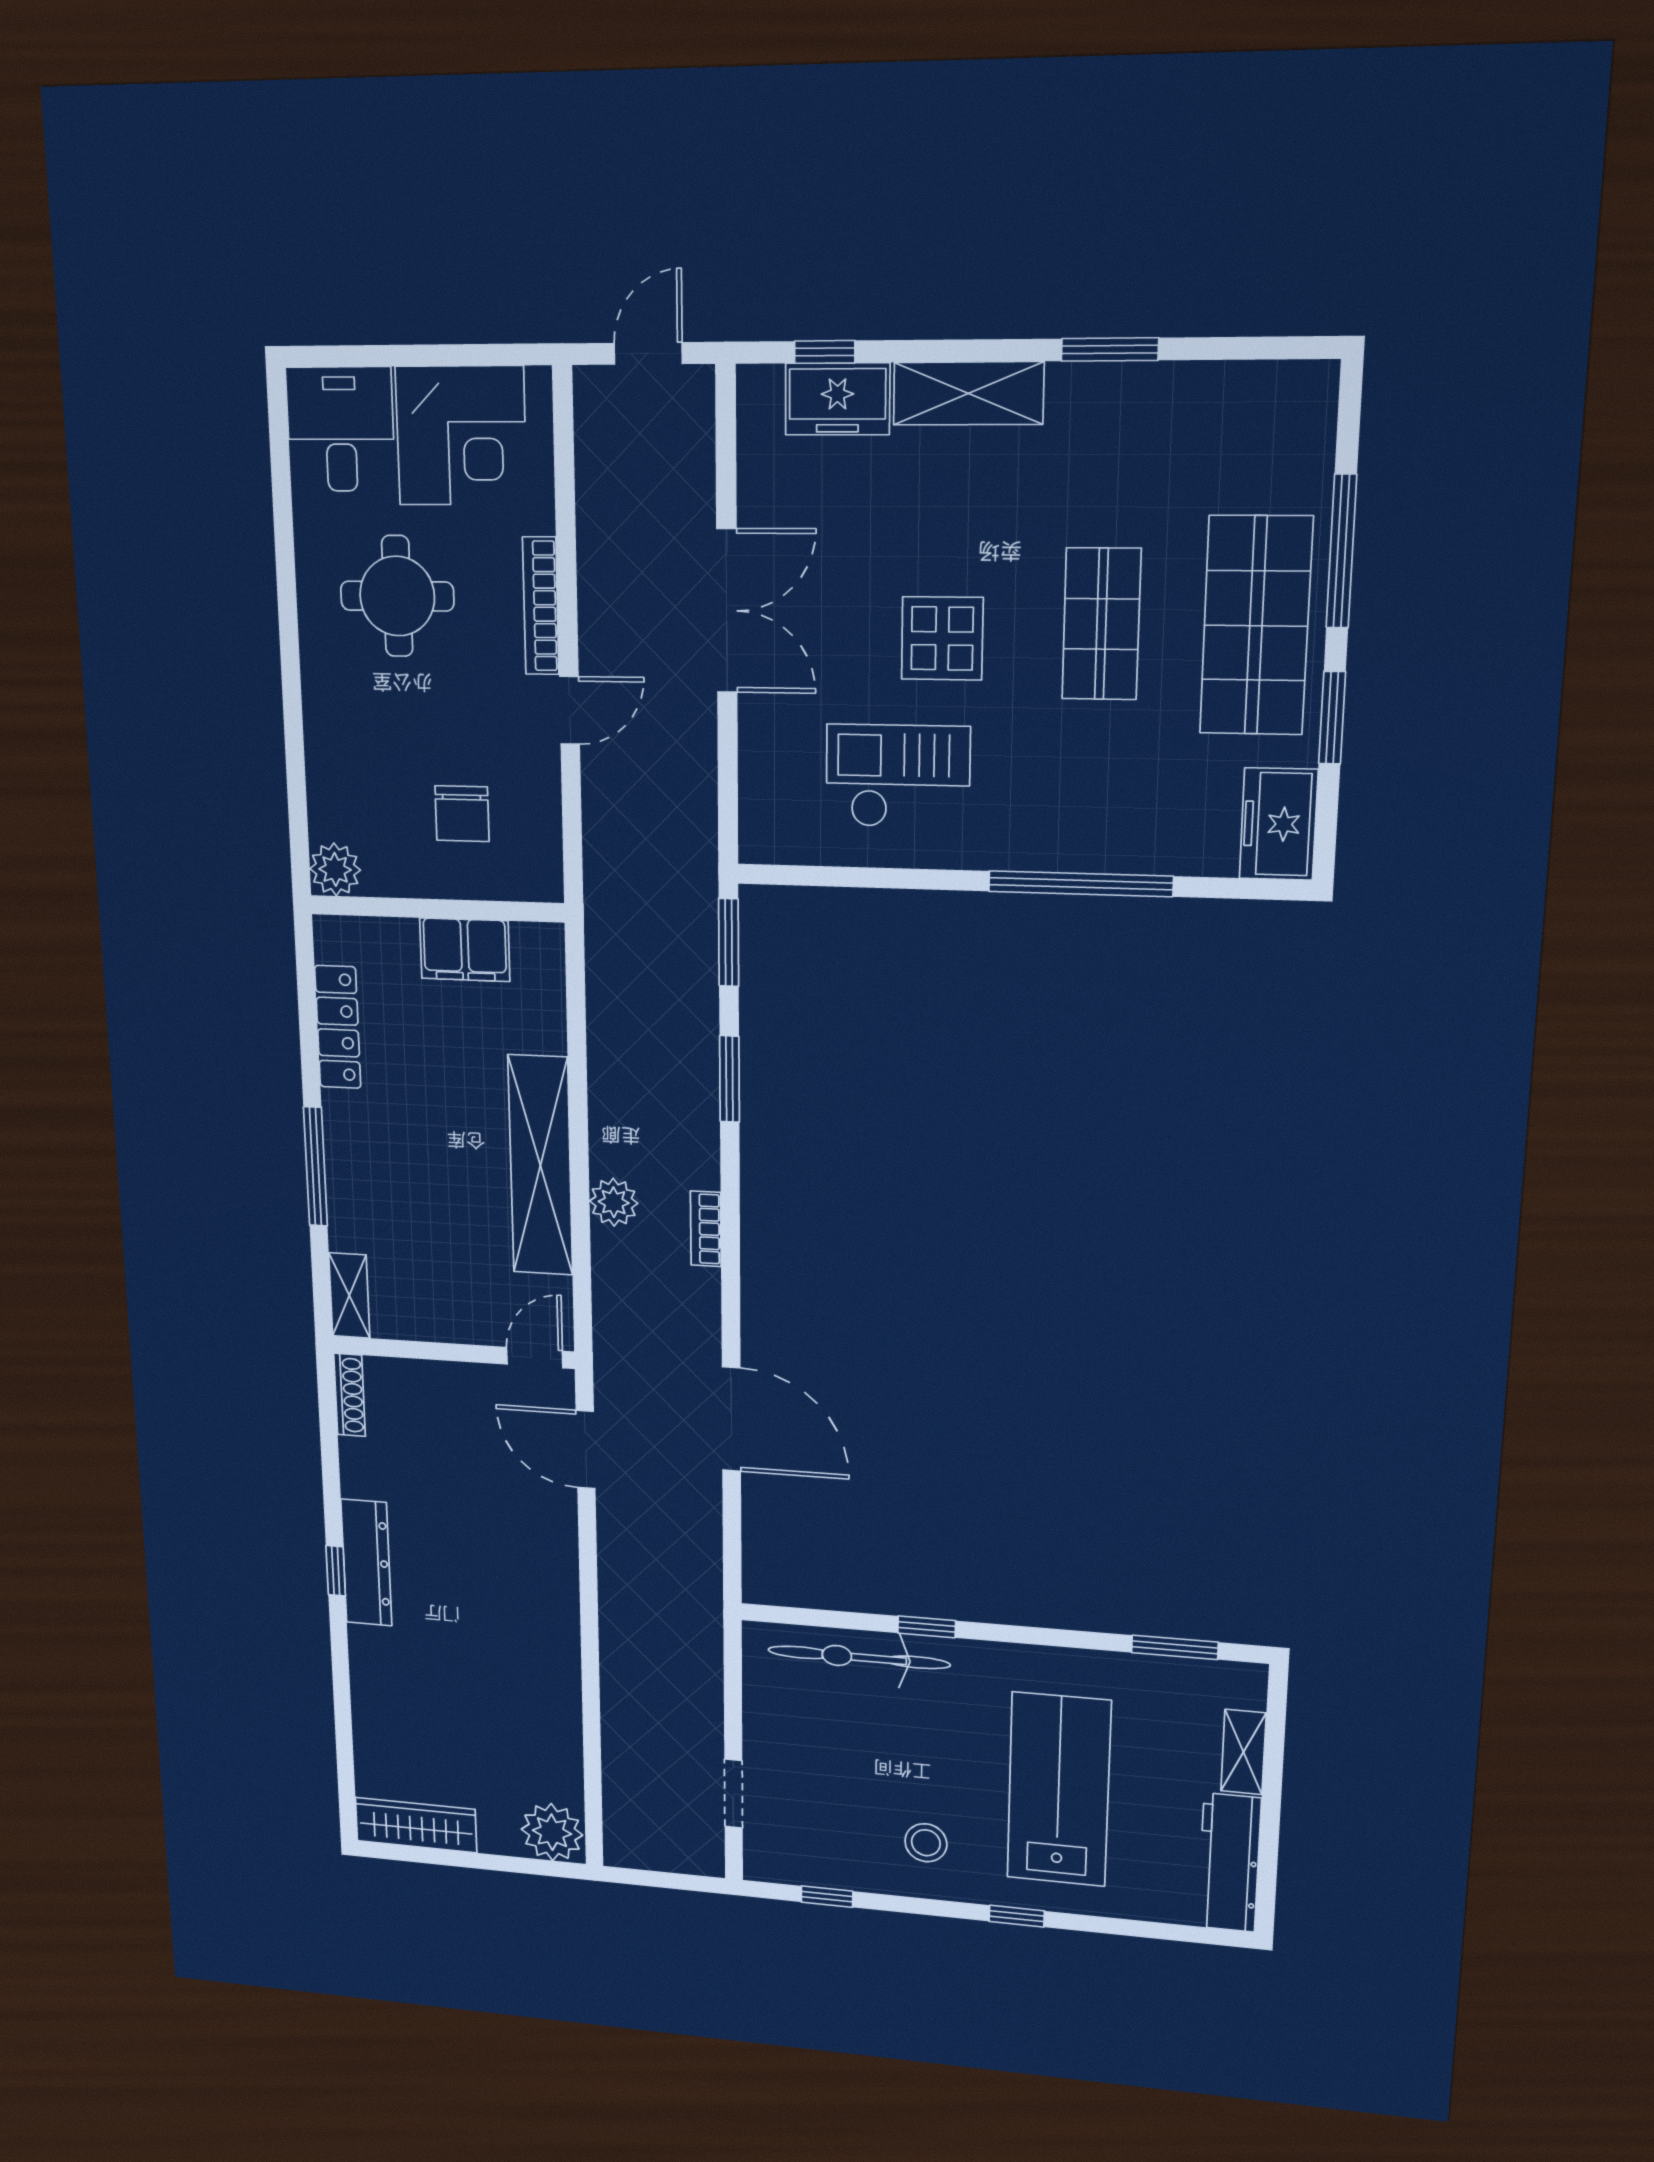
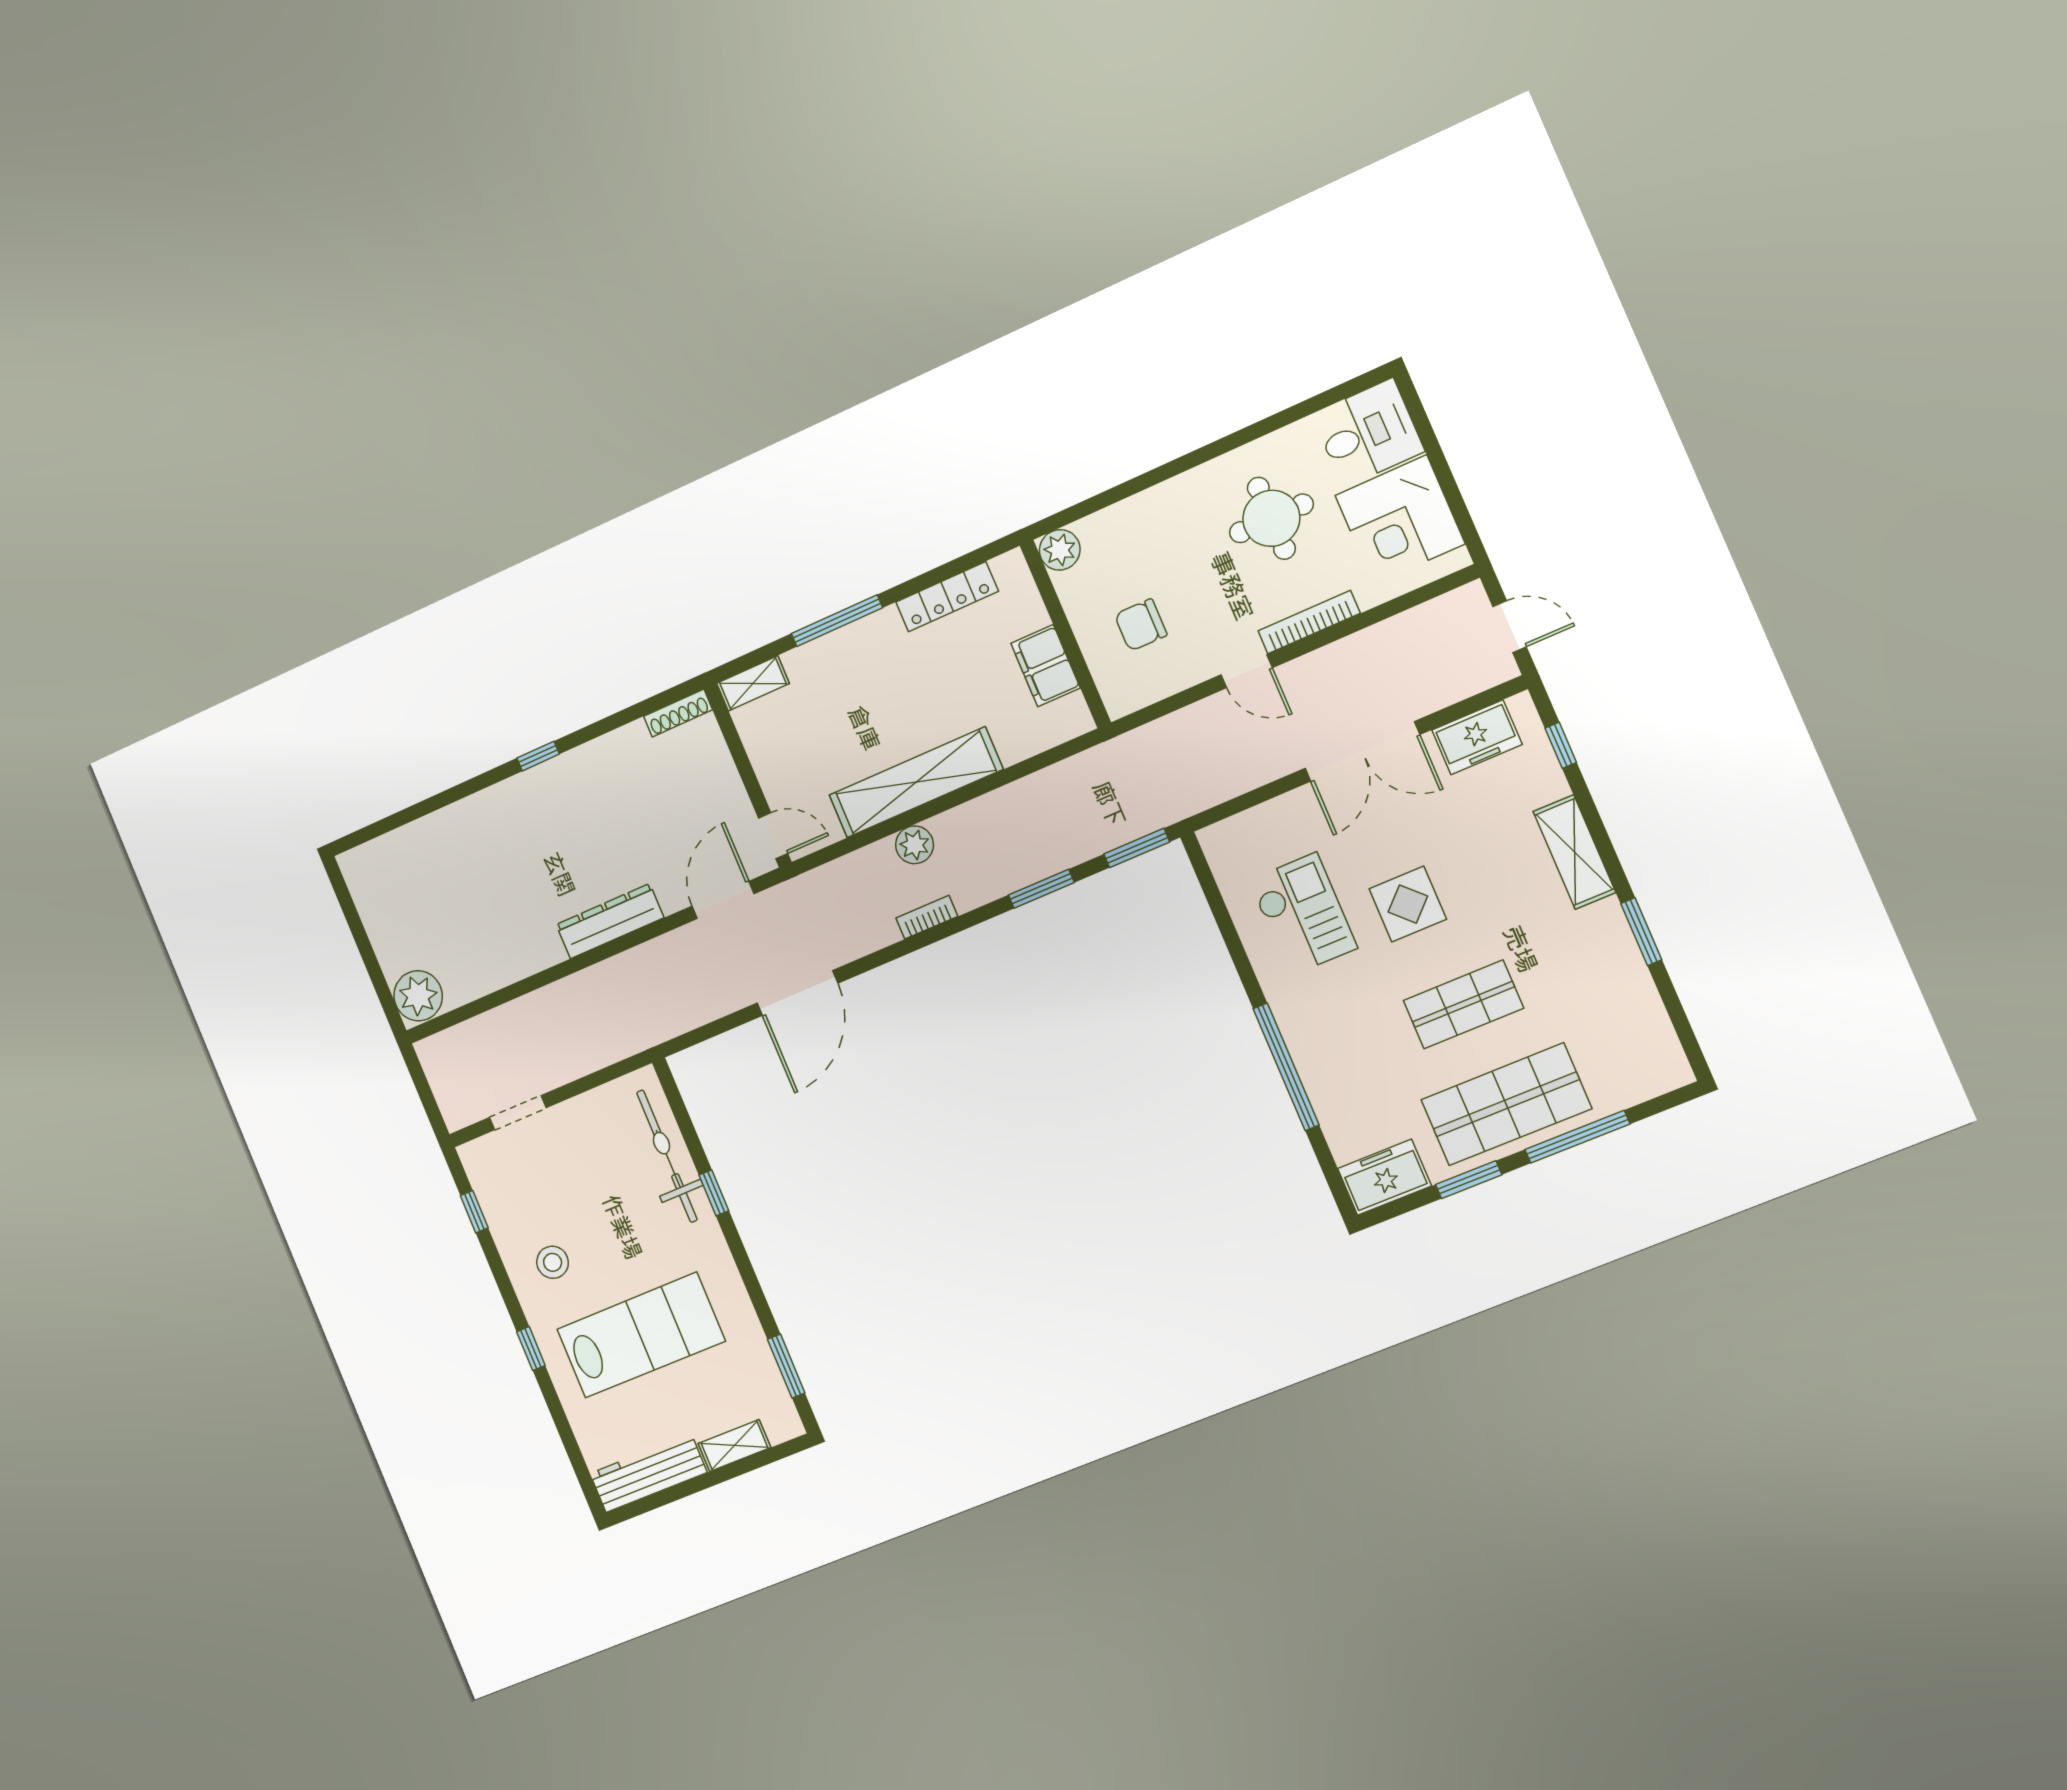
freezer: (837, 399) -> (1477, 737), moved, turned -90
dresser: (366, 1563) -> (610, 921), moved, turned 180
wardrobe: (416, 1825) -> (370, 894), removed

